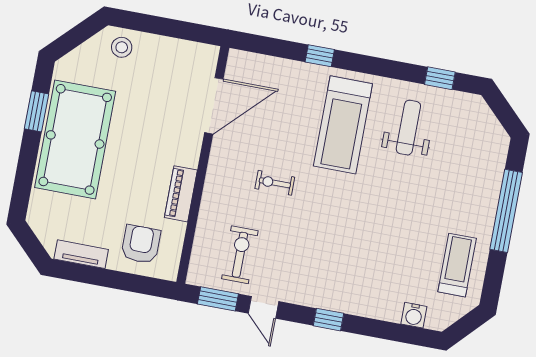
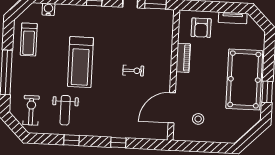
stool: (122, 47) -> (198, 119), moved
window: (440, 78) -> (72, 140), moved
treadmill: (343, 125) -> (80, 62), moved, turned 180
exercise bike: (240, 255) -> (31, 110), moved, turned 180

